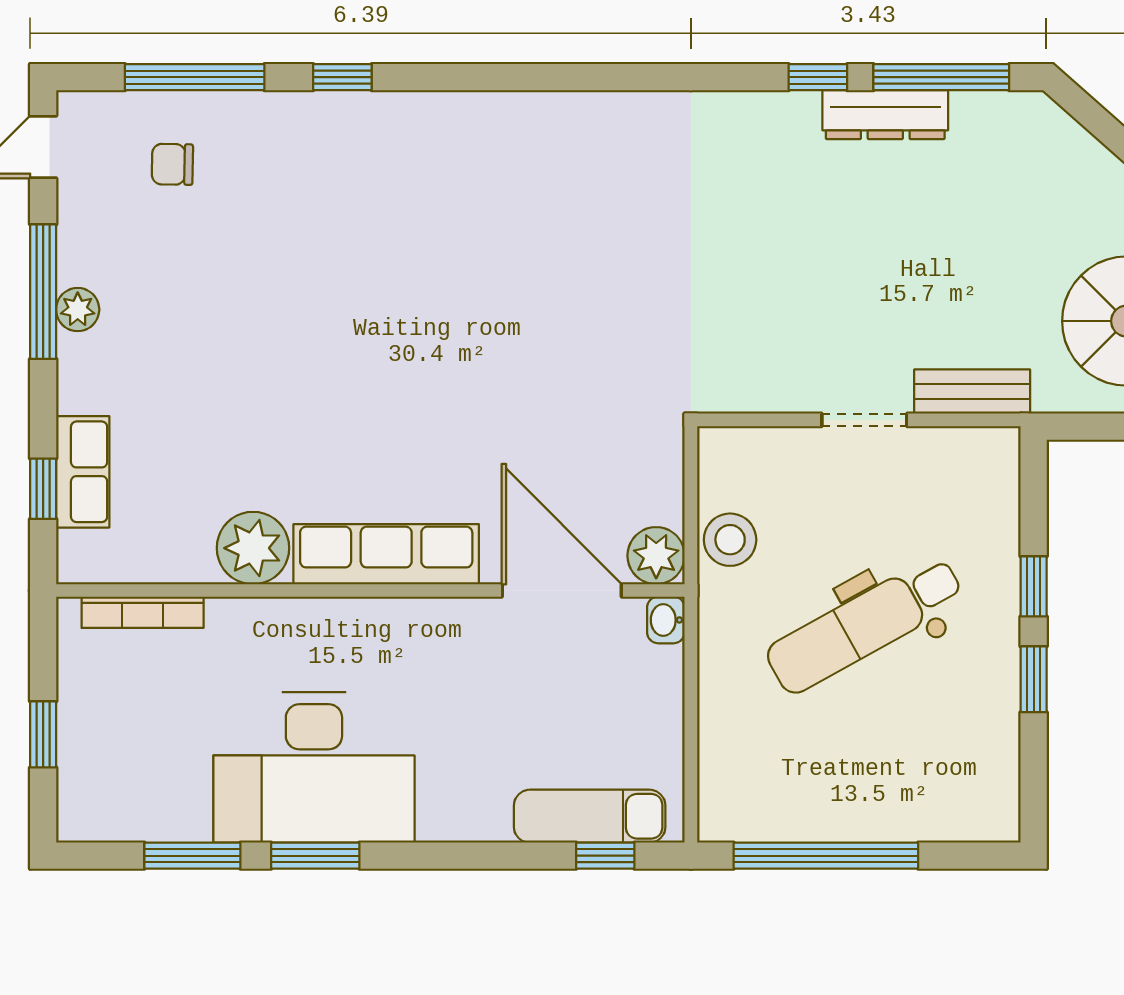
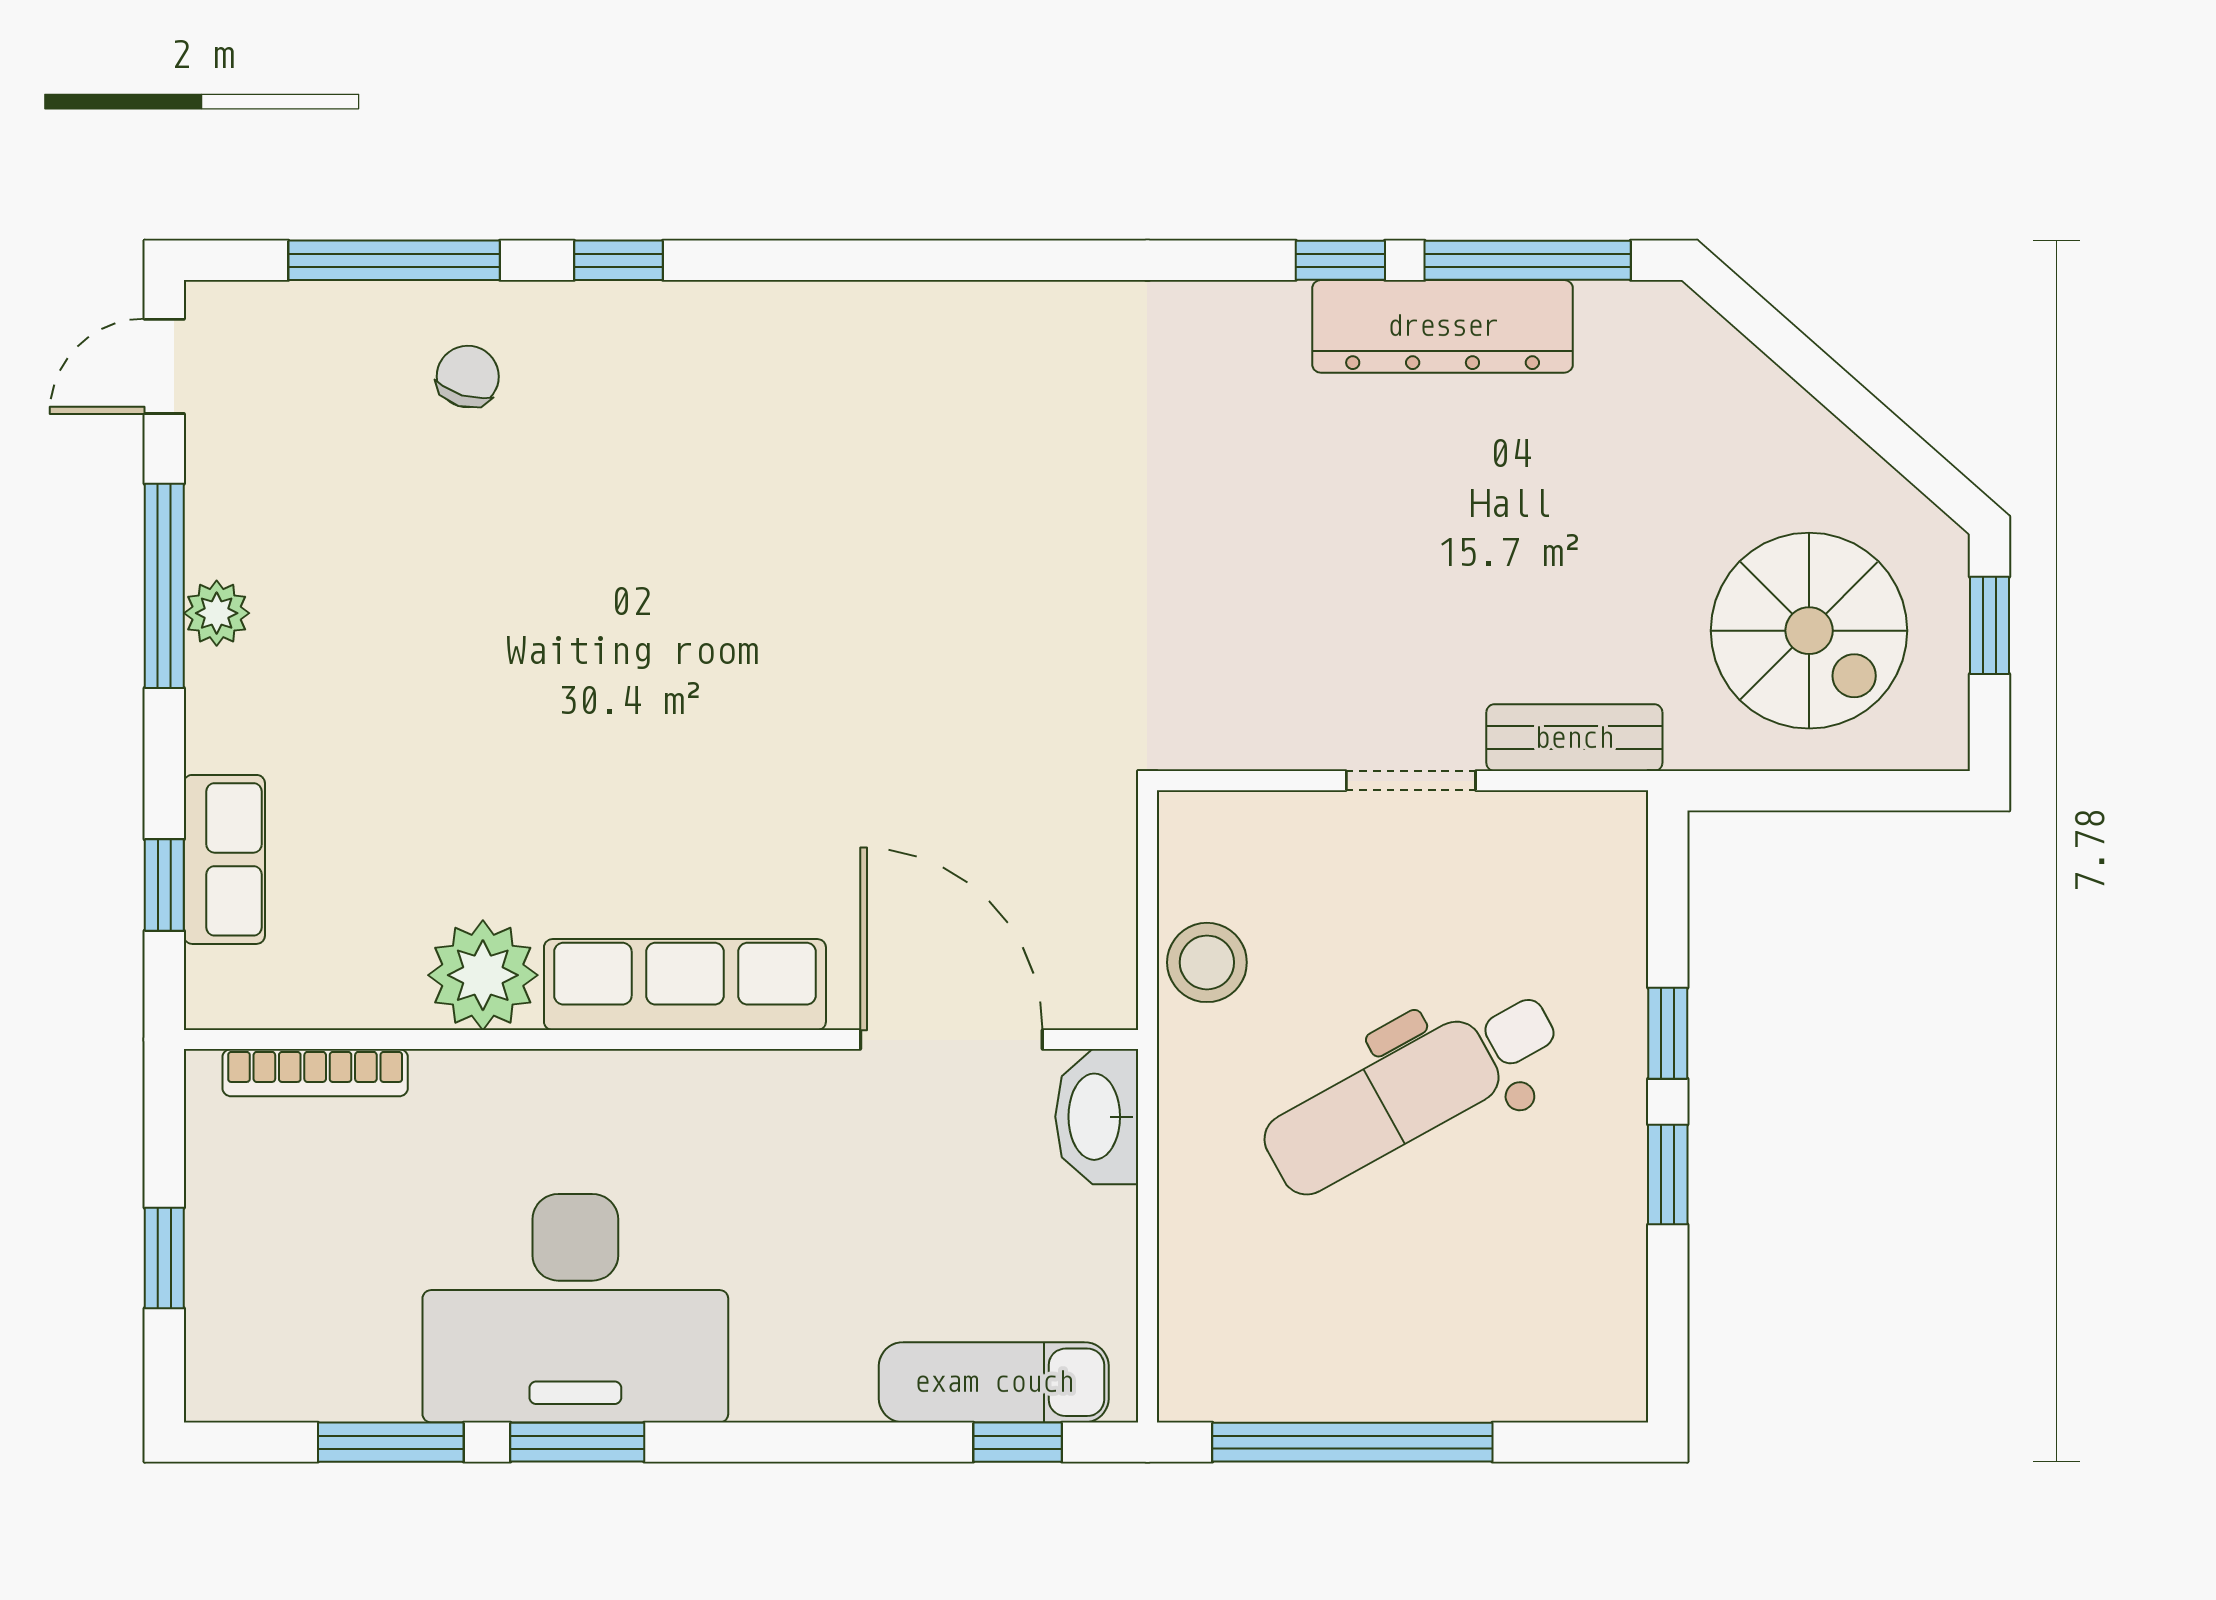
dresser: (885, 115) -> (1443, 326), width x1.37, depth x1.24
chair: (172, 164) -> (468, 377), moved, turned 106
plant: (656, 556) -> (1095, 987), removed
washbasin: (666, 620) -> (1097, 1117), width x1.91, depth x1.45

